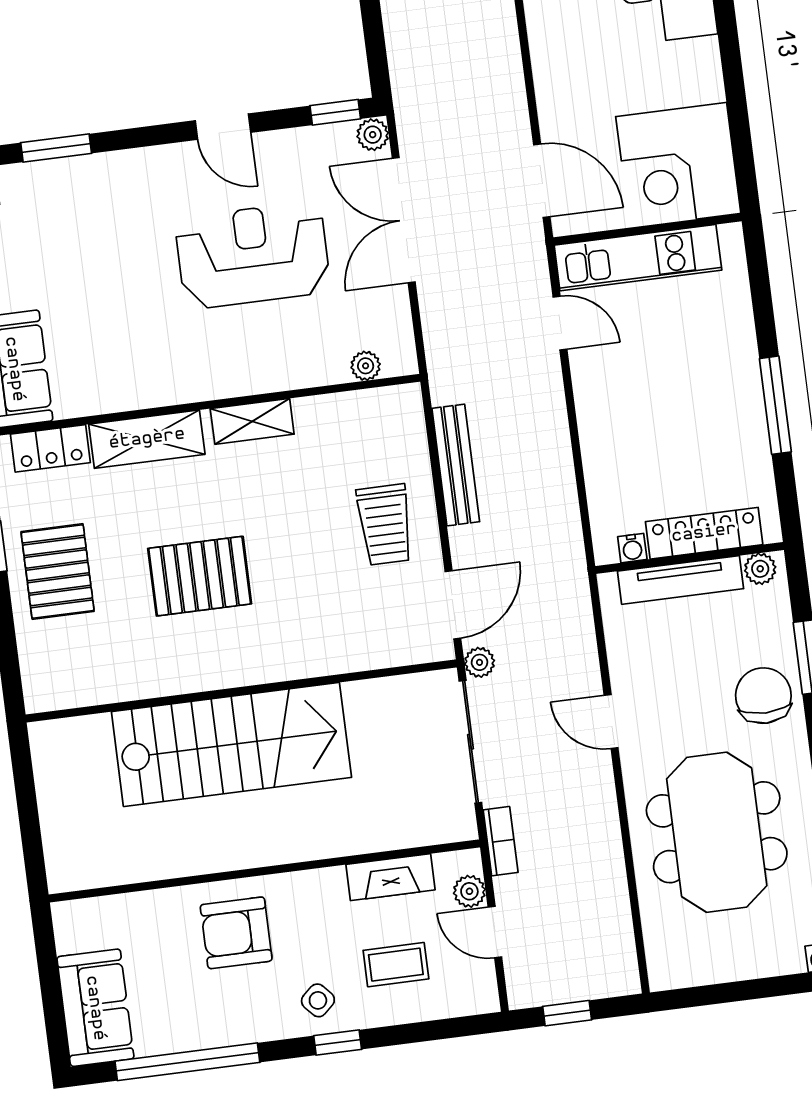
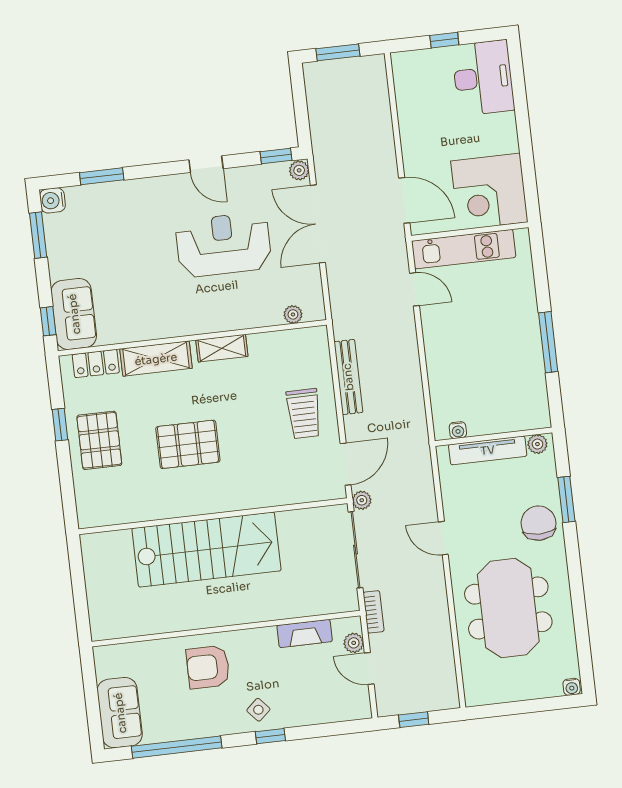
locker: (704, 533) -> (503, 421), removed
coffee table: (396, 965) -> (307, 688), removed

